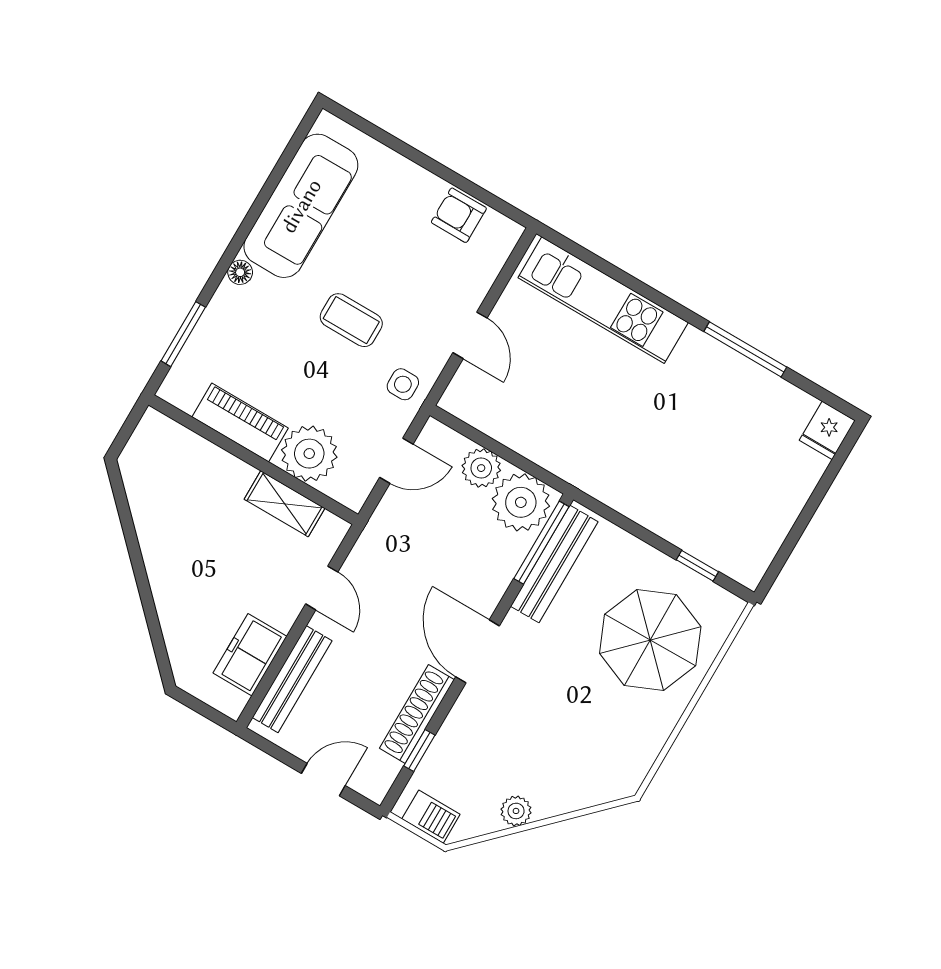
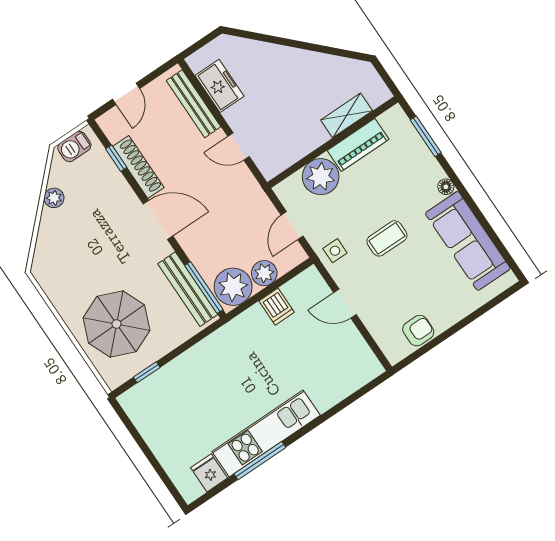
kitchen unit: (603, 300) -> (266, 433), moved
dishwasher: (520, 428) -> (277, 307), added
fridge: (827, 430) -> (209, 473), moved
shelving: (285, 504) -> (347, 115), moved

